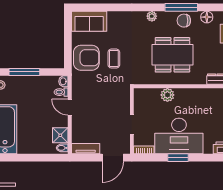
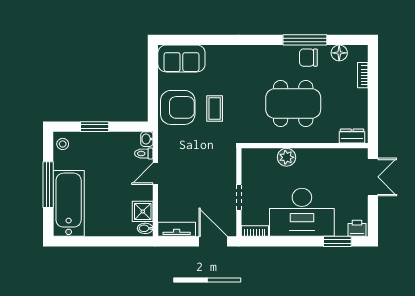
plant: (152, 16) -> (265, 52), removed
window: (24, 72) -> (95, 127), width x0.69
door: (70, 107) -> (155, 174), hinge flipped
door: (113, 158) -> (213, 241), swing flipped
window: (178, 158) -> (337, 241), moved

